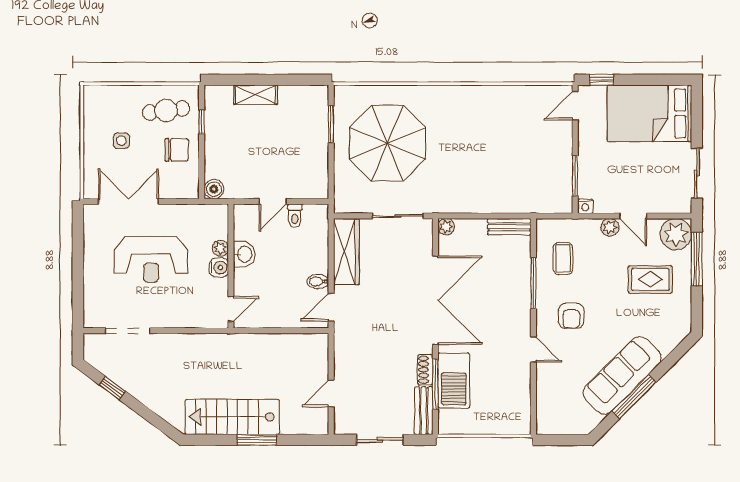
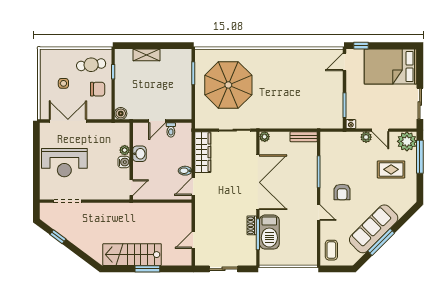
coffee table: (563, 258) -> (331, 250), moved
reception desk: (151, 259) -> (64, 163), moved
bench: (424, 411) -> (251, 251), removed

